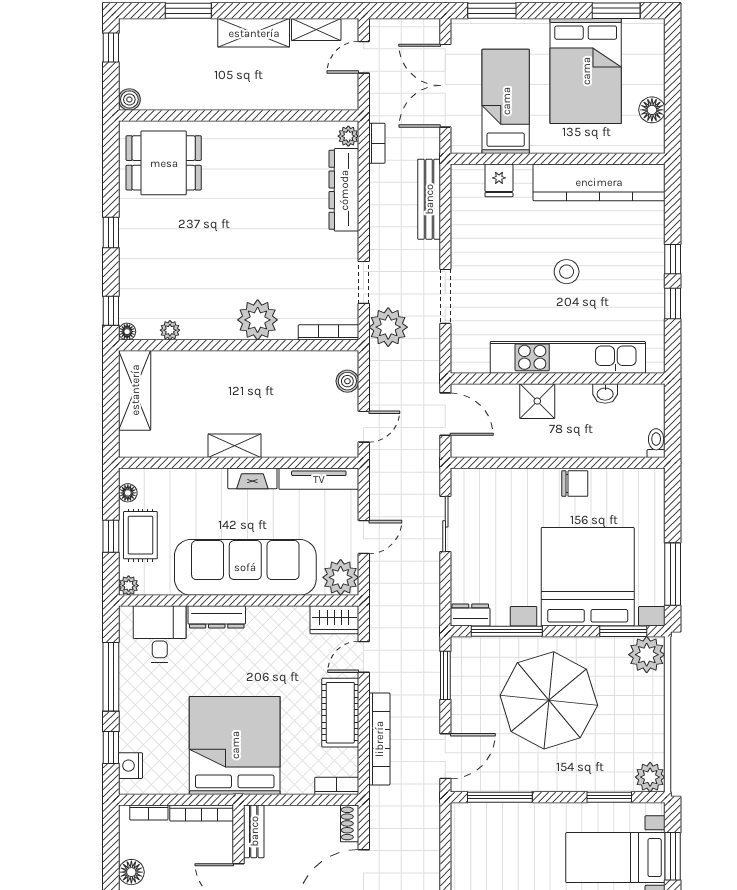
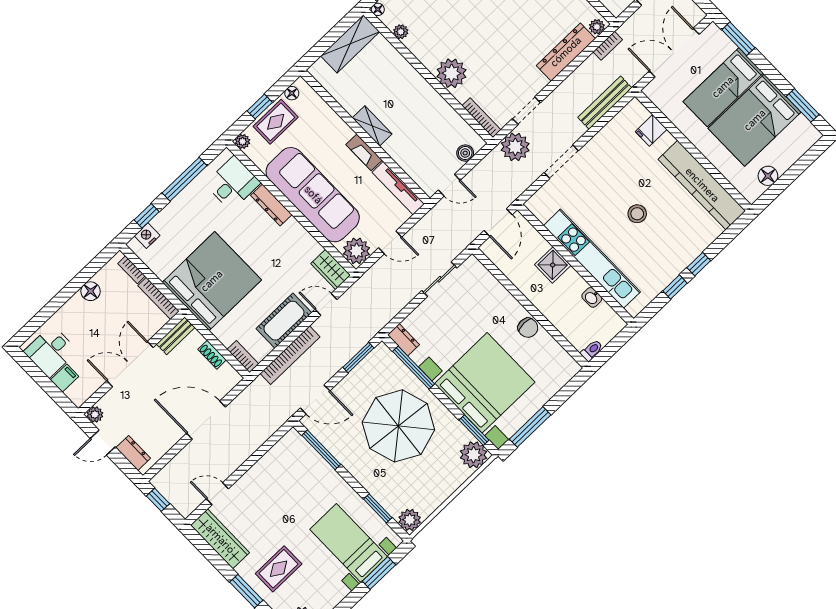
bed: (506, 101) -> (723, 87), moved, turned 180
shoe rack: (350, 823) -> (212, 355), moved, turned -90

